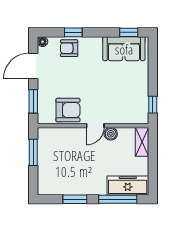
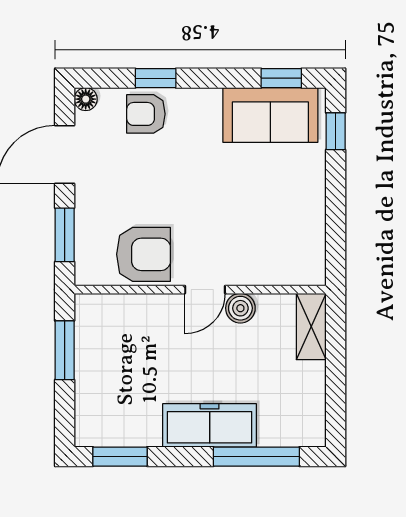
window: (153, 105) -> (336, 131), moved
freezer: (128, 185) -> (210, 425), moved
window: (75, 199) -> (120, 457), moved

